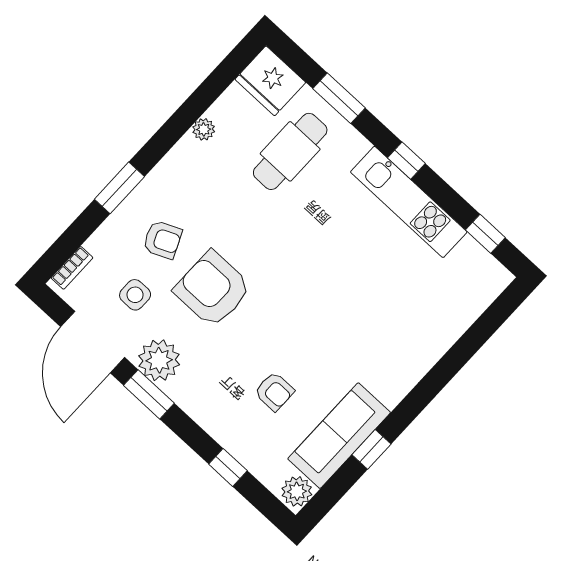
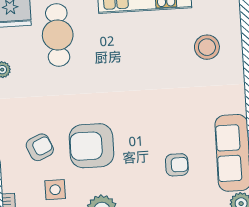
stool: (419, 310) -> (207, 47), added

